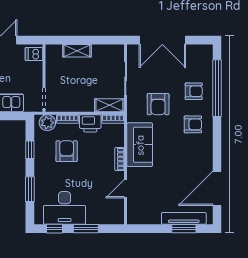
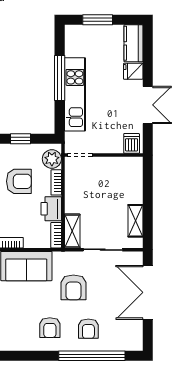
shelving: (77, 51) -> (135, 221), moved
armchair: (158, 104) -> (73, 287), turned -90

